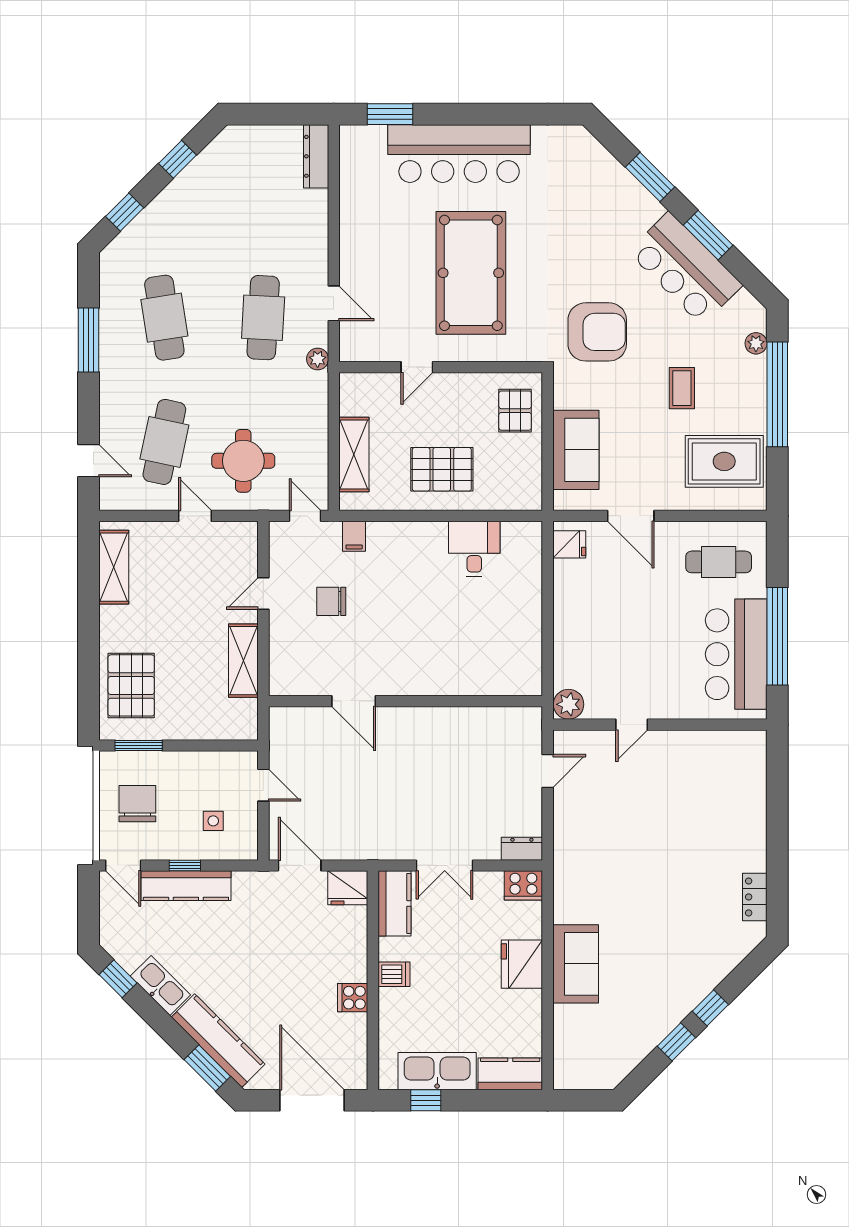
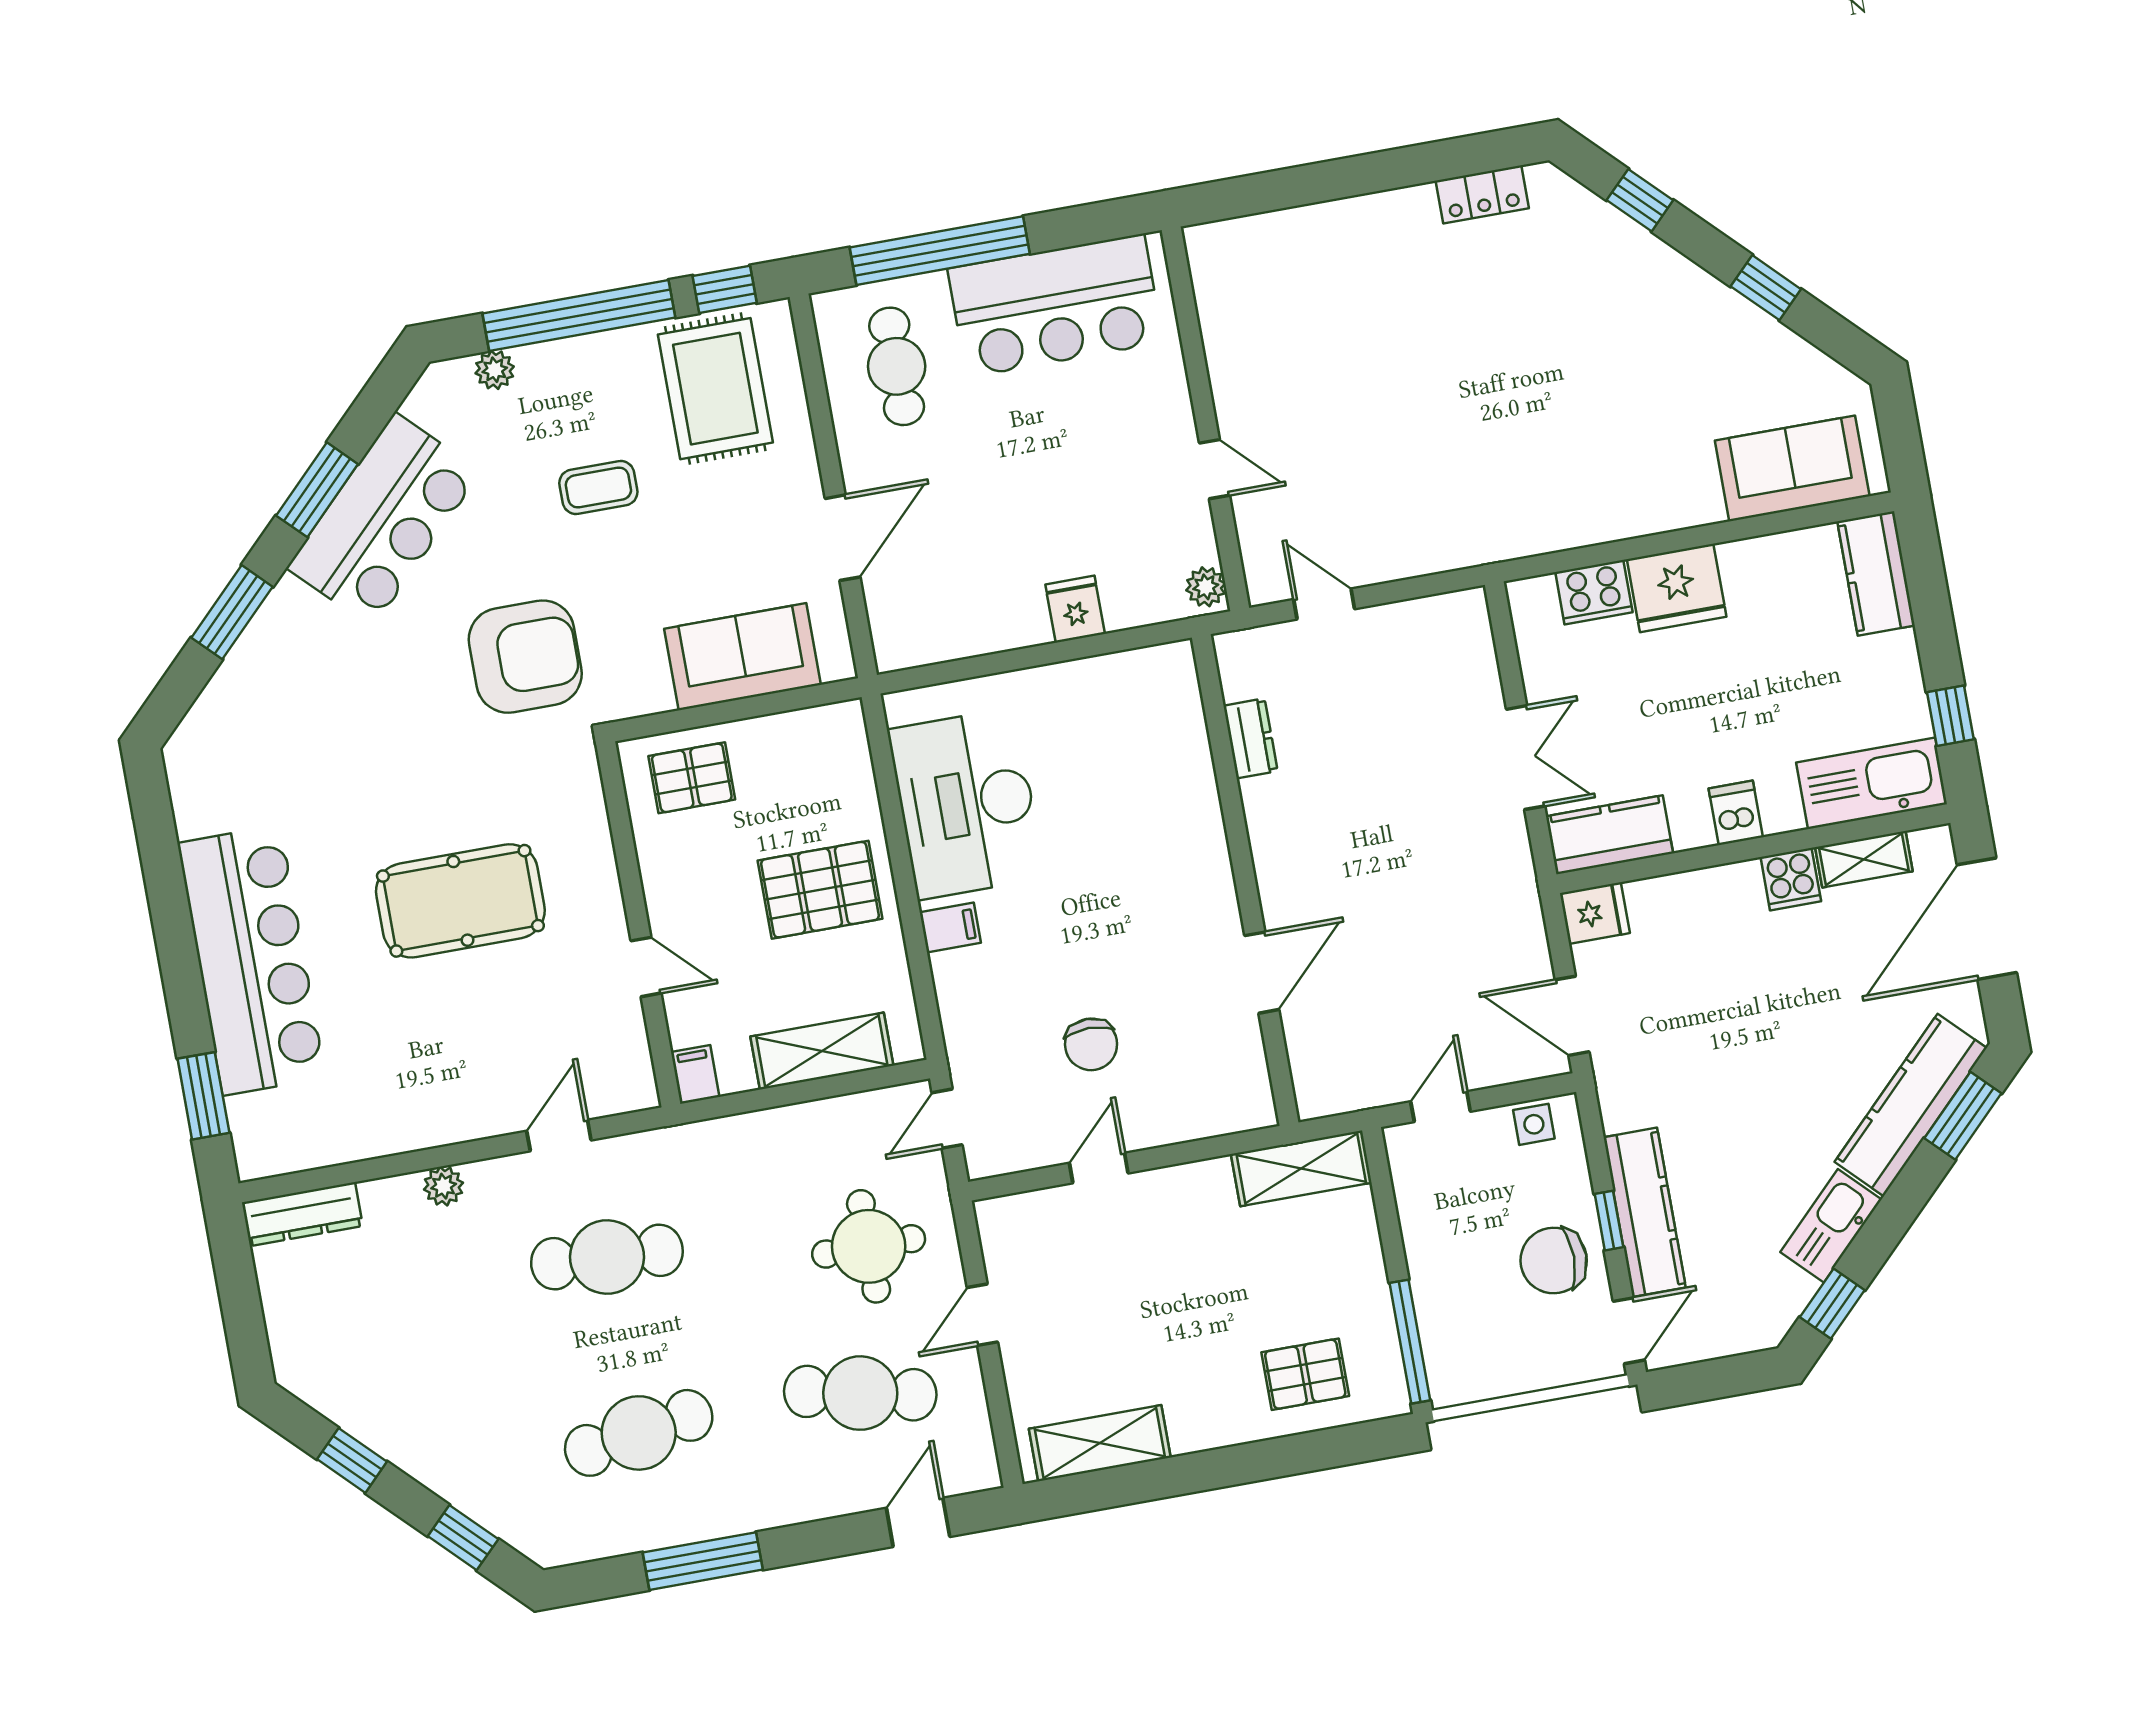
pool table: (471, 273) -> (460, 901), width x0.73, depth x0.76
armchair: (597, 332) -> (525, 657), turned 90
plant: (318, 359) -> (444, 1186), moved
filing cabinet: (354, 383) -> (695, 1074), added
pallet: (442, 469) -> (820, 890), turned 90
window: (777, 476) -> (725, 289), added
filing cabinet: (354, 536) -> (950, 928), moved
fridge: (569, 544) -> (1075, 609), moved
desk: (474, 549) -> (966, 804), width x1.87, depth x1.30
door: (263, 593) -> (1099, 1168), swing flipped
window: (777, 636) -> (940, 251), moved
shelving: (243, 661) -> (1301, 1168), moved
pallet: (131, 685) -> (1305, 1374), width x0.67, depth x0.71
plant: (569, 704) -> (1206, 587), width x0.73, depth x0.73
window: (139, 745) -> (1410, 1342), width x1.44
chair: (137, 804) -> (1554, 1261), moved
side table: (213, 821) -> (1534, 1124), moved
dresser: (522, 849) -> (1250, 738), moved, turned 180
door: (300, 865) -> (1572, 1016), hinge flipped
cooker: (523, 885) -> (1594, 592), moved, turned 90
fridge: (348, 888) -> (1595, 913), width x0.72
sofa: (576, 964) -> (1792, 468), moved
window: (710, 1008) -> (1640, 200), moved
shelving: (356, 1039) -> (1864, 859), added
kitchen sink: (437, 1071) -> (1872, 783), moved, turned 90

